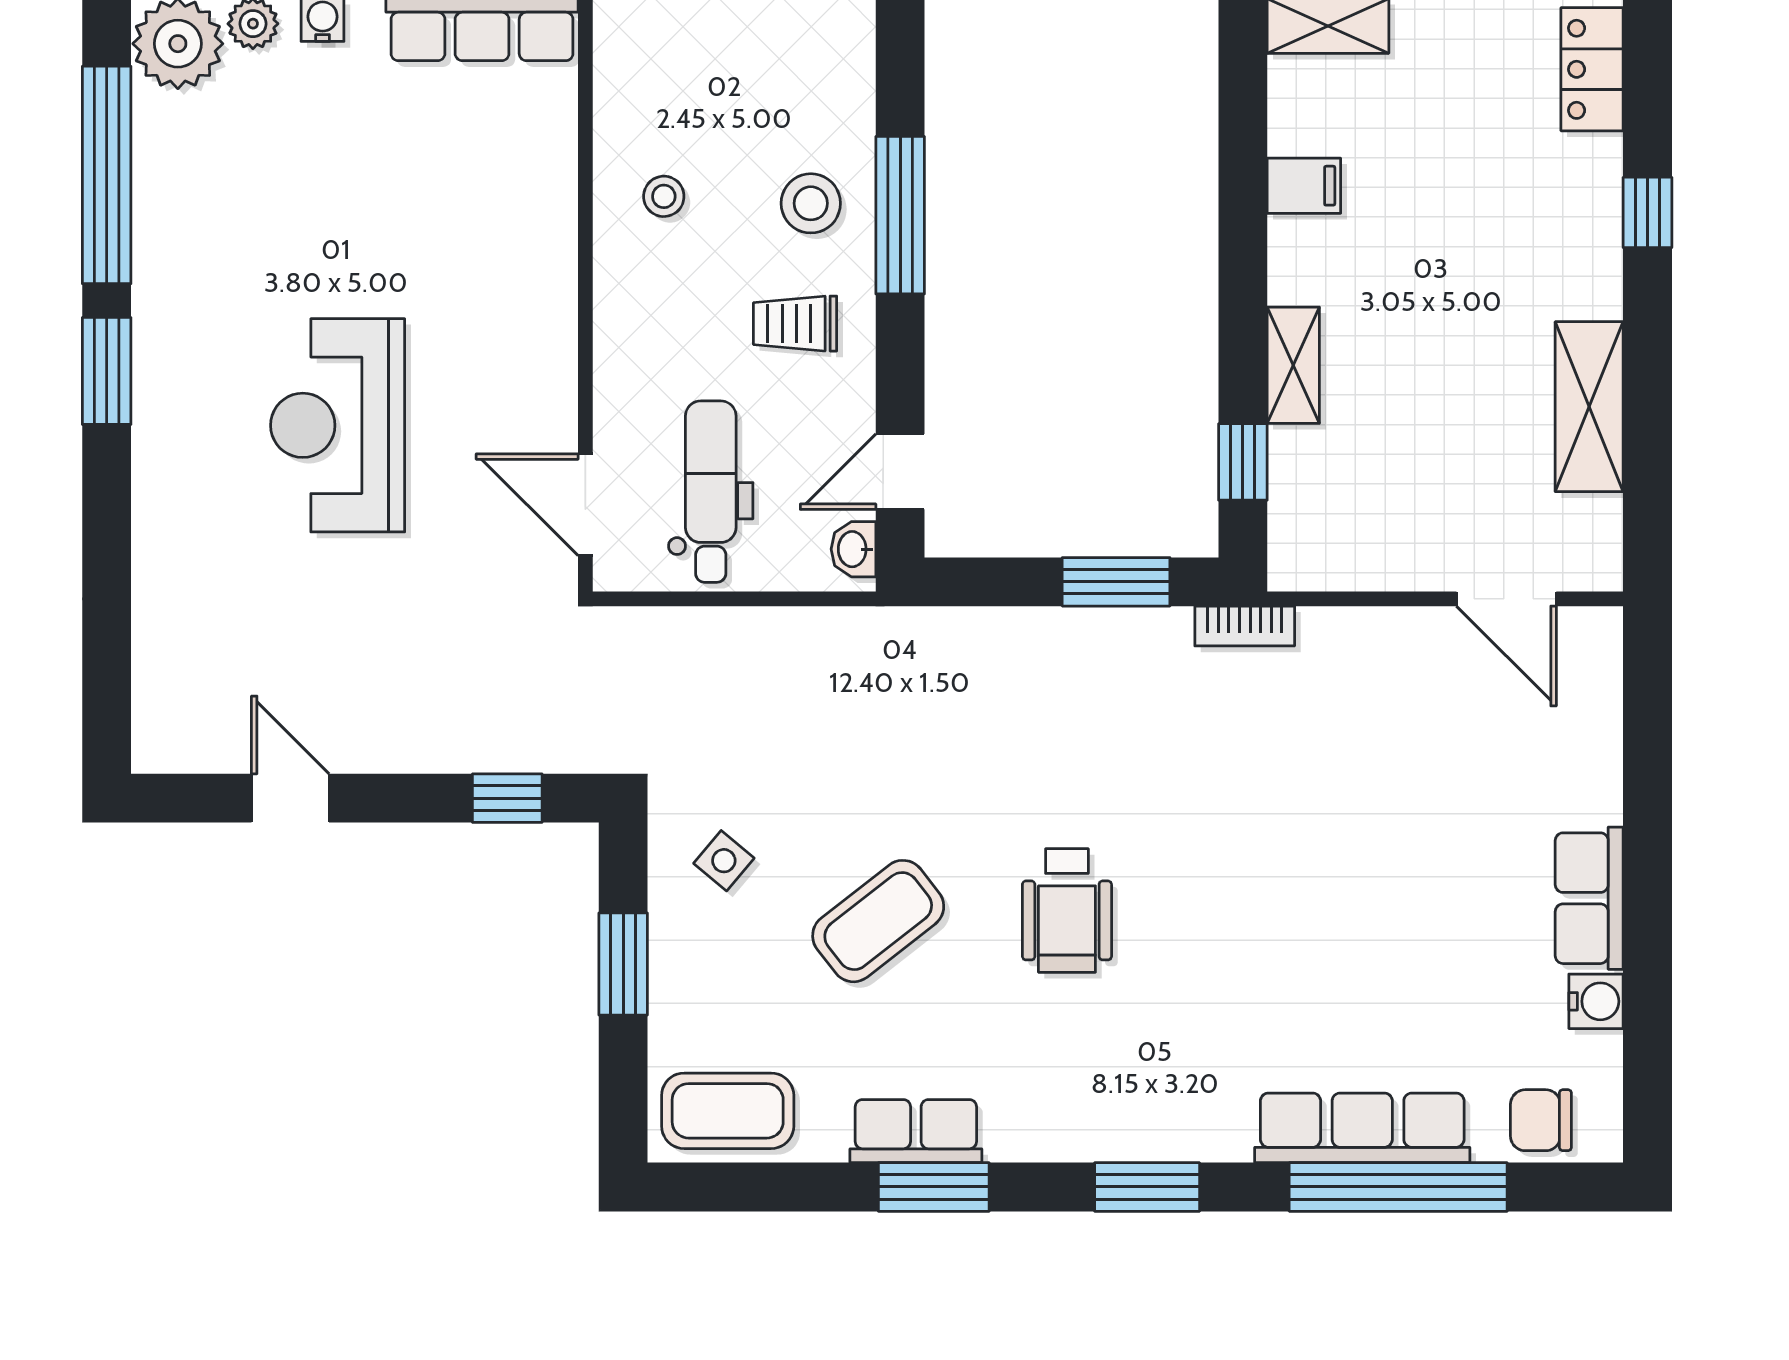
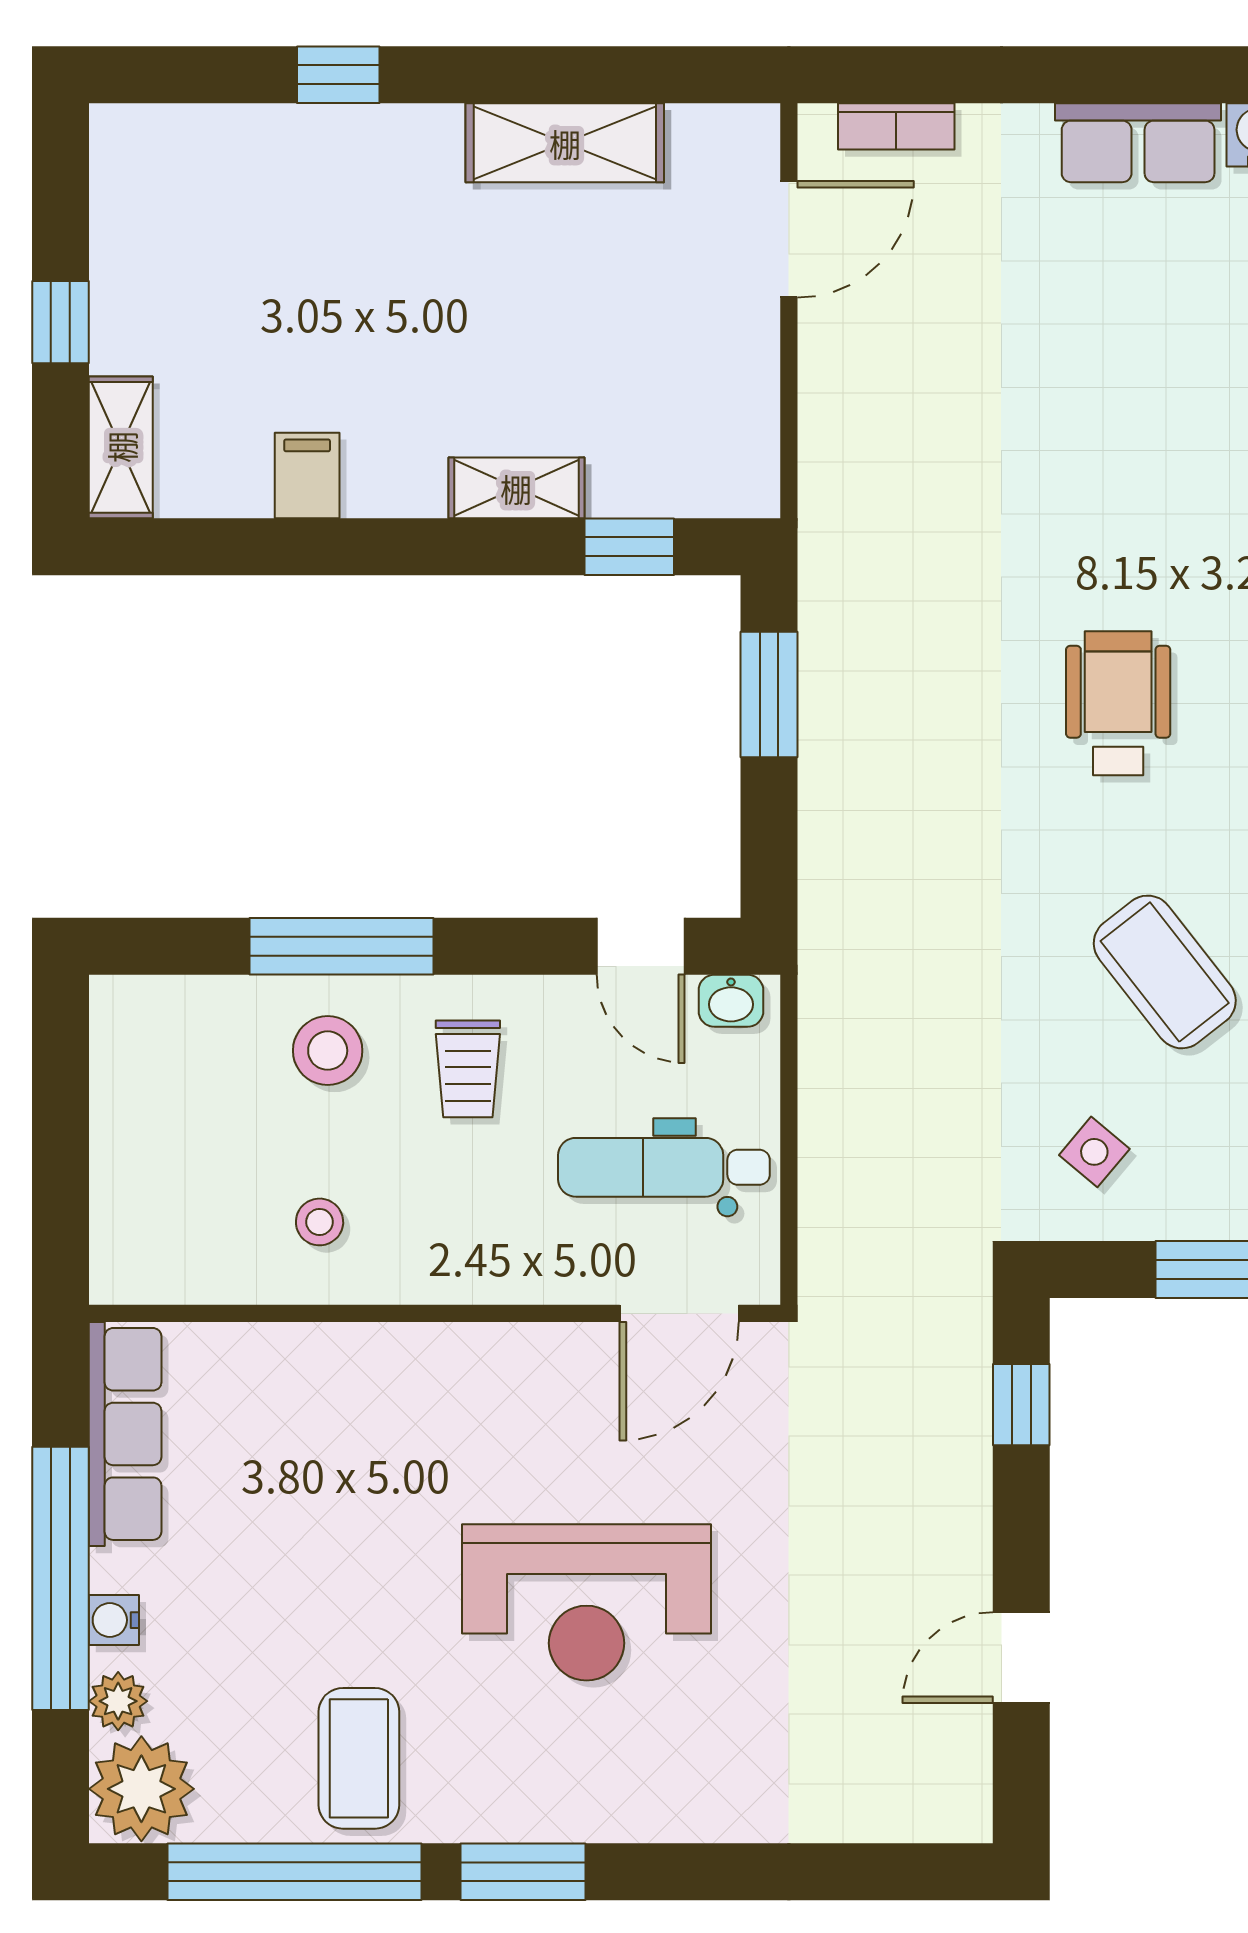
locker: (1592, 69) -> (171, 139), removed
coffee table: (204, 230) -> (359, 1758), added
bookcase: (1245, 626) -> (896, 126), moved, turned 90
wheelchair: (1067, 911) -> (1118, 703), moved, turned -90

